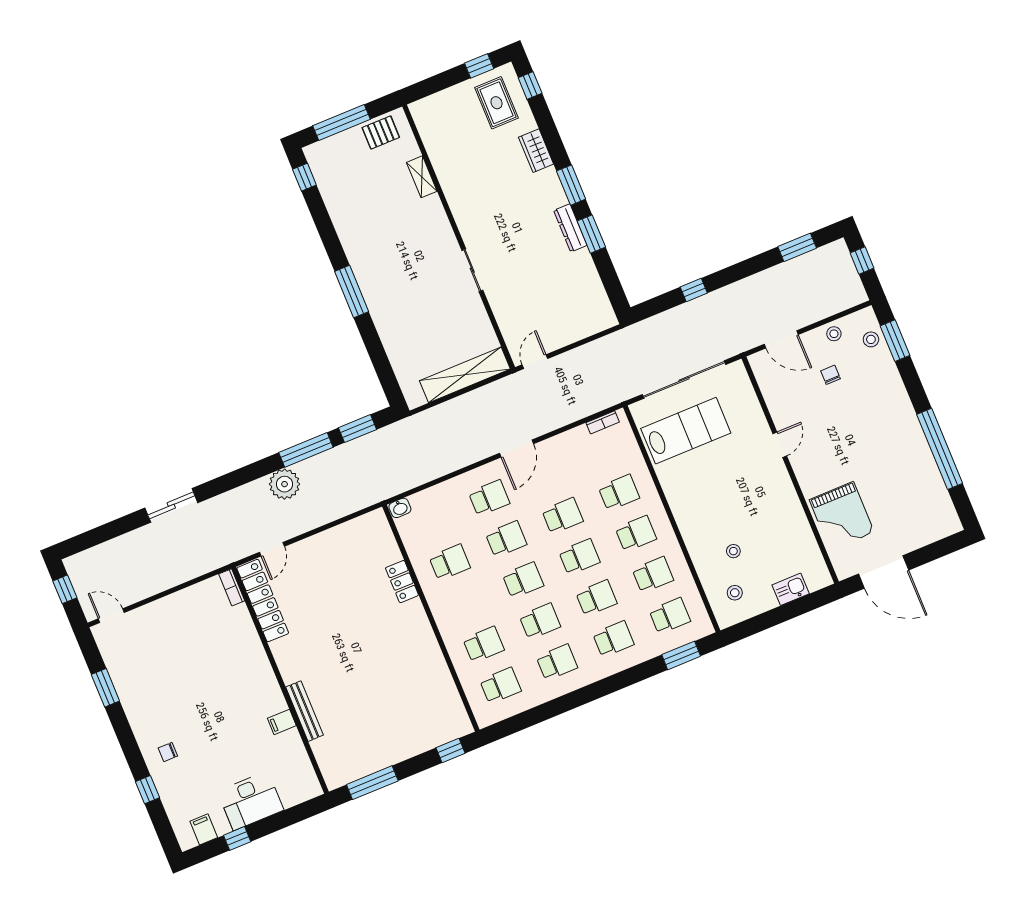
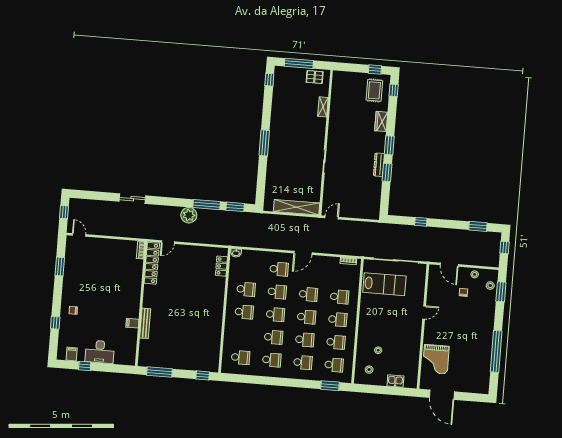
locker: (402, 582) -> (221, 266), moved
school desk: (484, 644) -> (244, 312), moved

